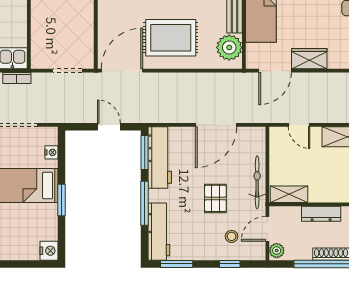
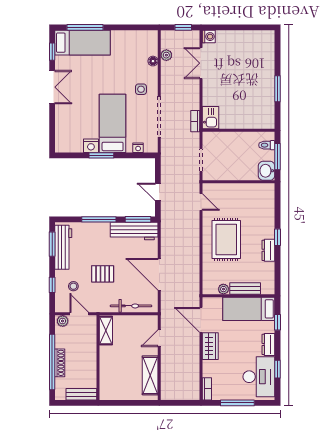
plant: (229, 47) -> (223, 289), width x0.53, depth x0.53
door: (122, 71) -> (201, 202), width x0.53
door: (109, 127) -> (158, 192), swing flipped
bicycle: (257, 182) -> (131, 306), moved
dresser: (321, 214) -> (91, 355), removed
workbench: (159, 232) -> (63, 247), moved, turned -90
nightstand: (49, 251) -> (91, 146), moved

